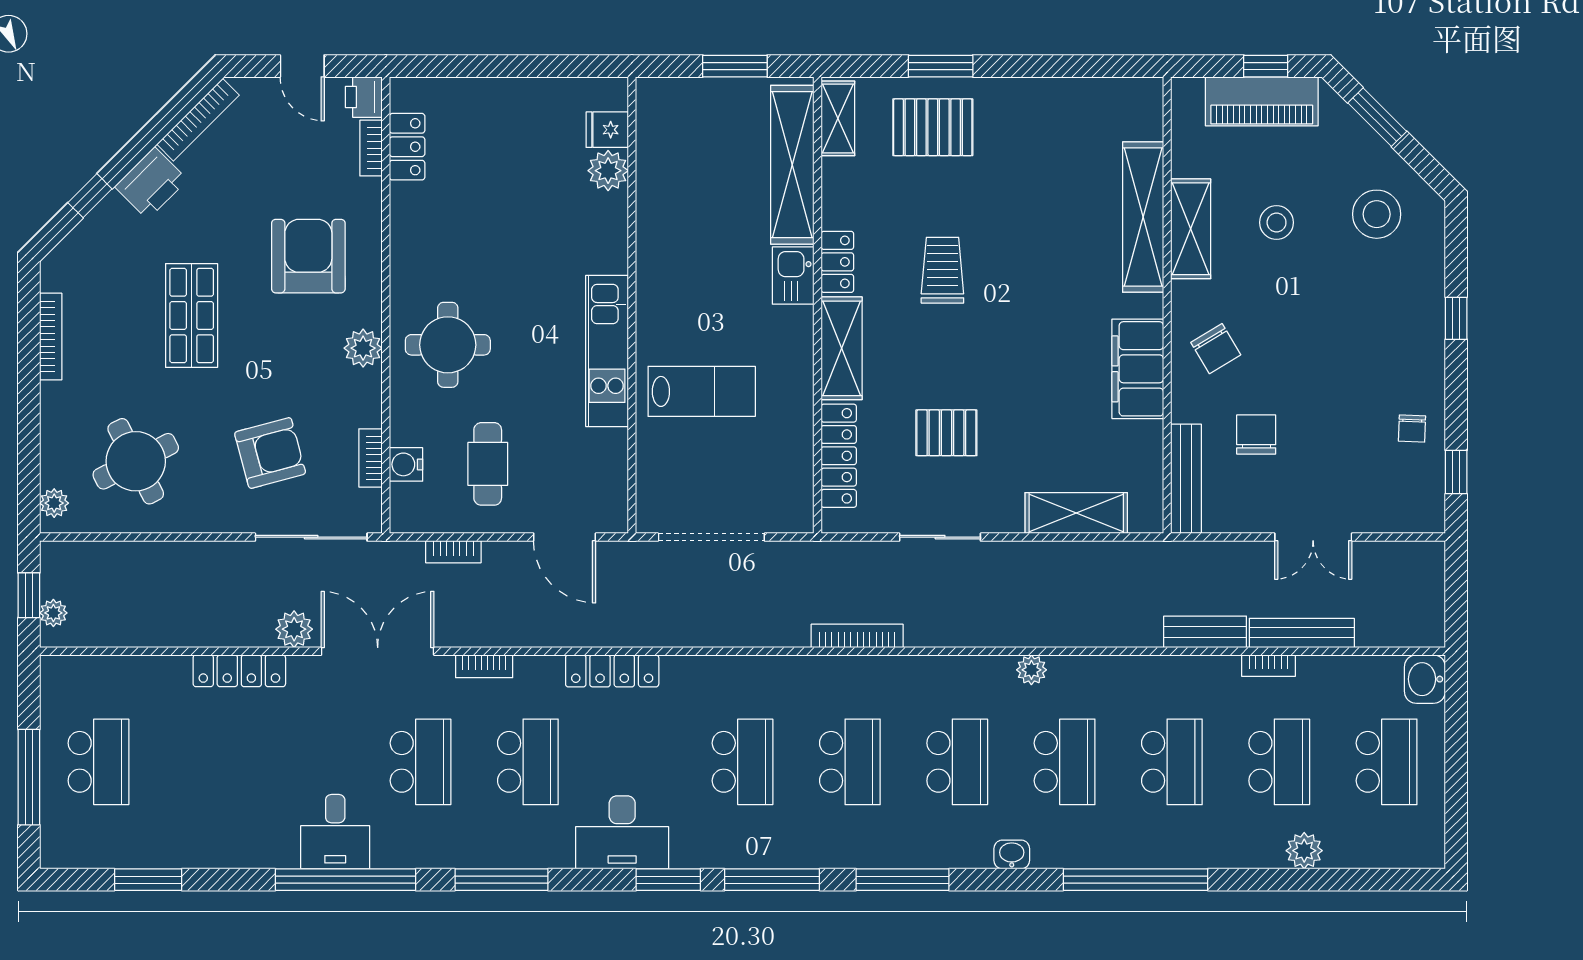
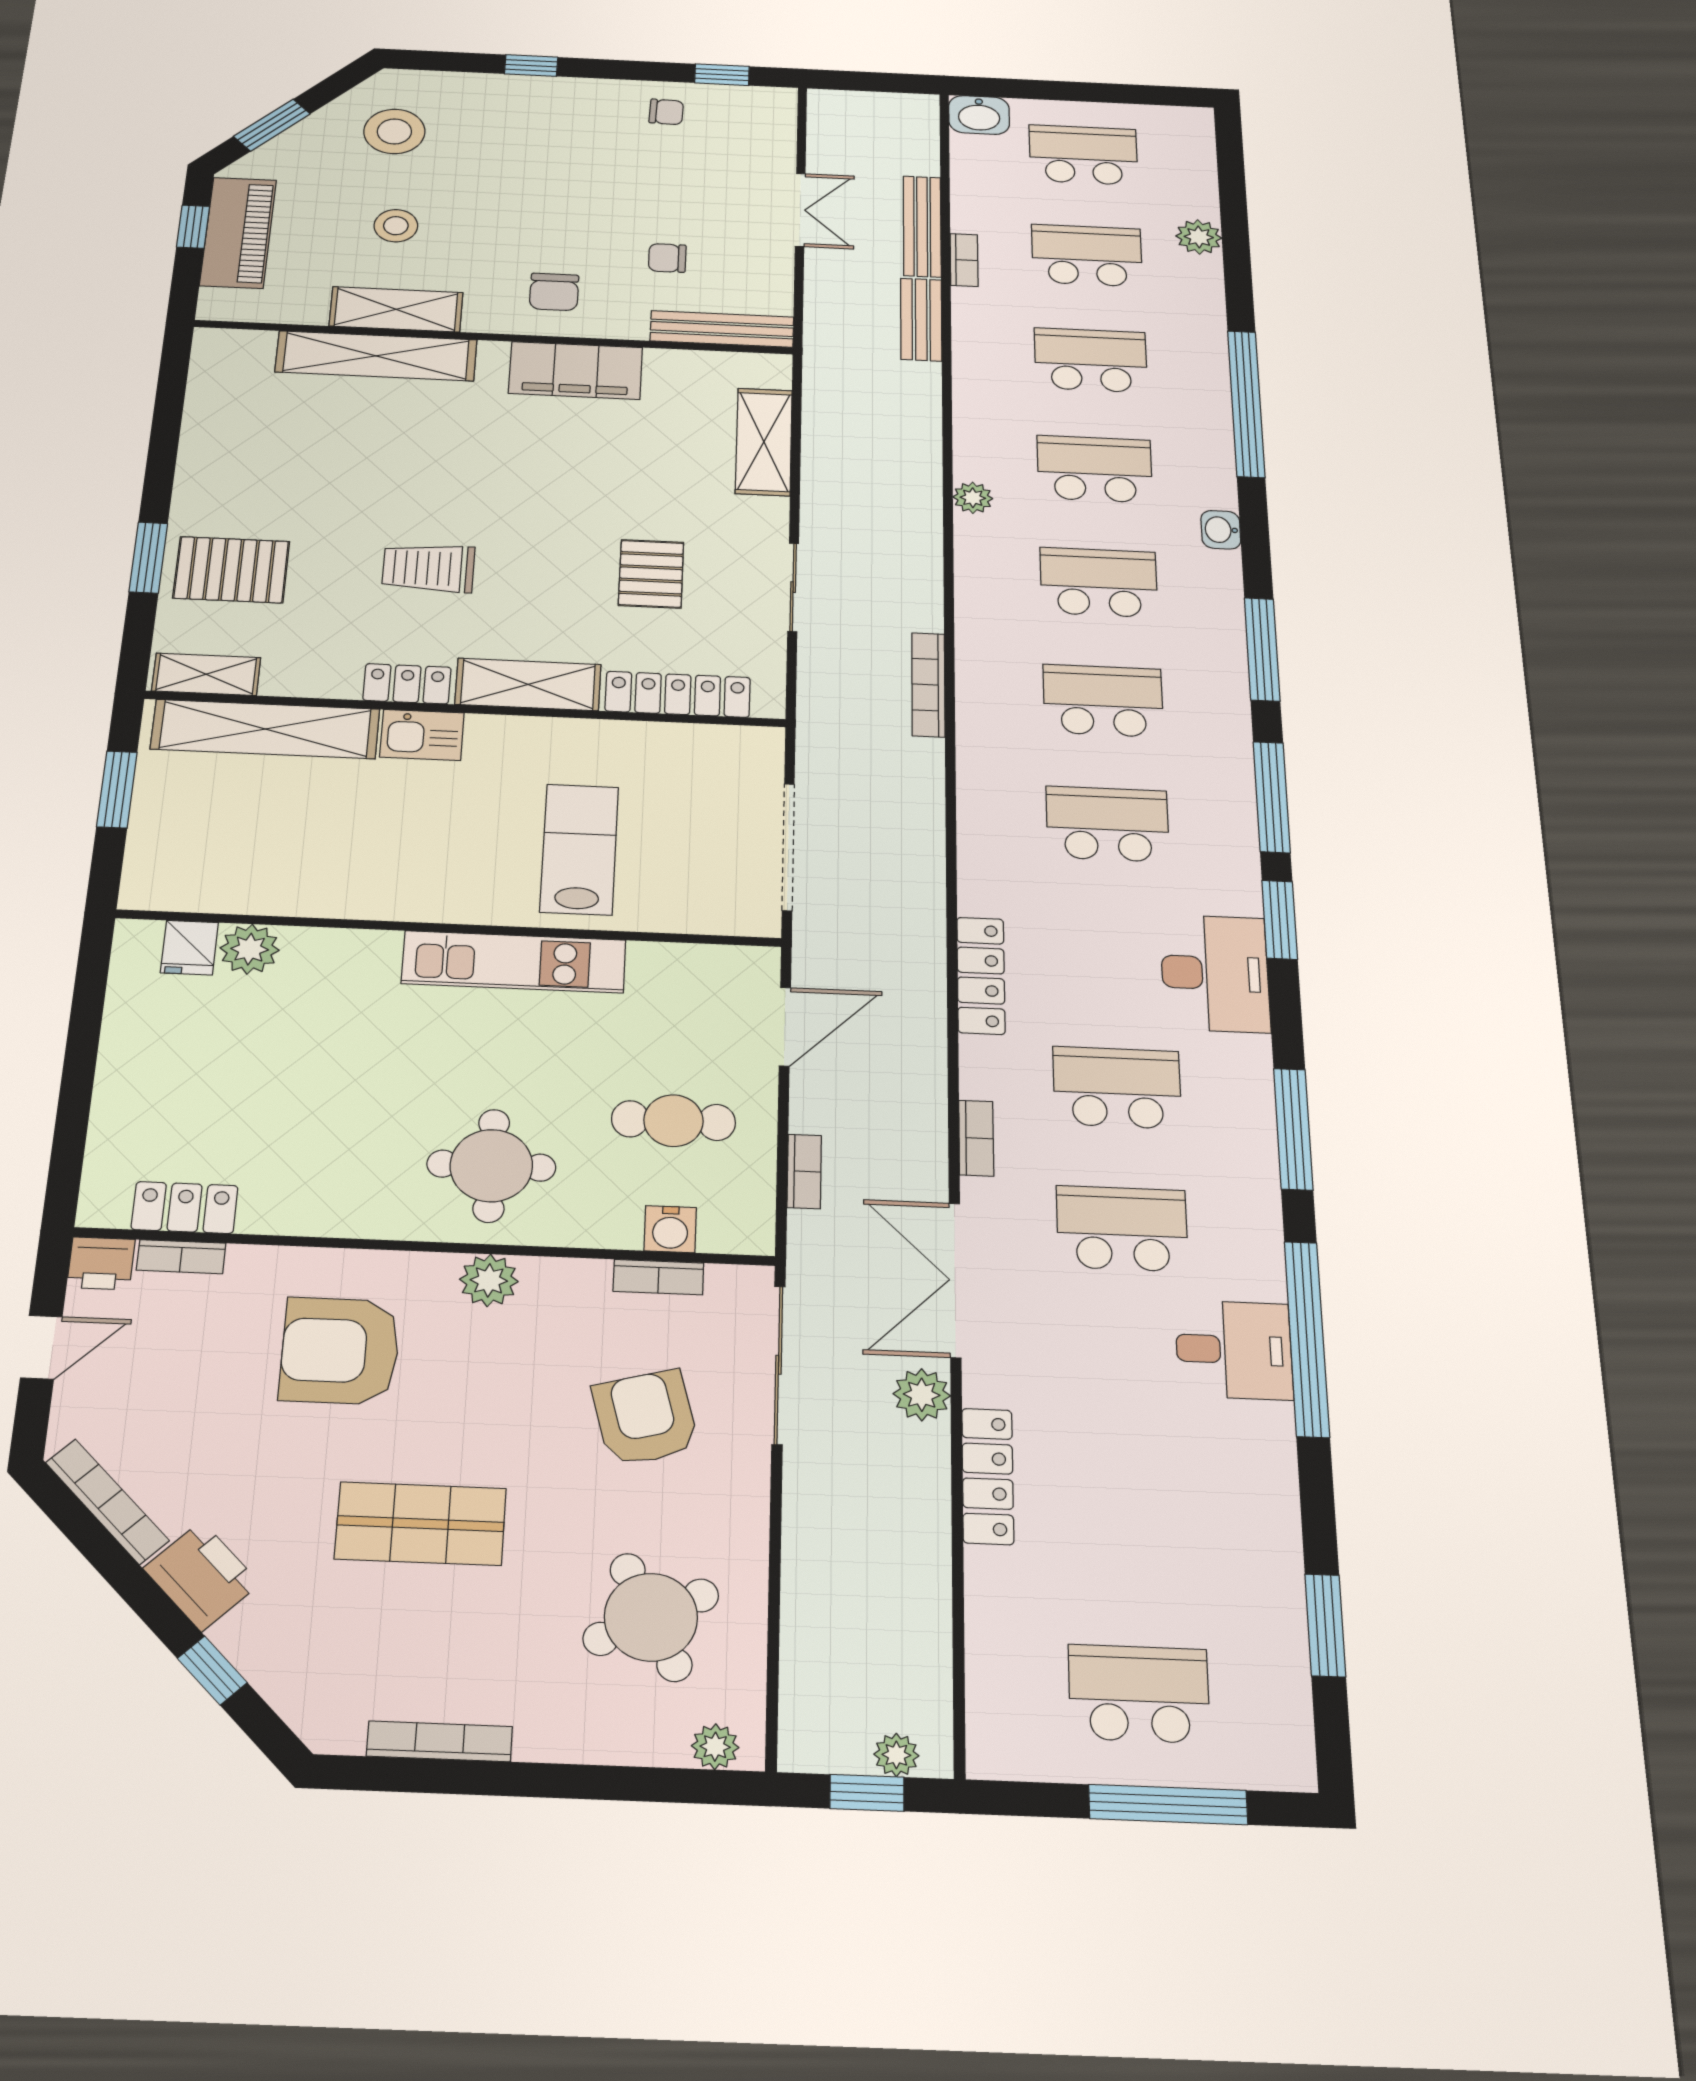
pallet: (933, 127) -> (231, 570), turned 90
chair: (1216, 349) -> (554, 292), turned 121
chair: (1256, 435) -> (667, 258), width x0.73, depth x0.73

